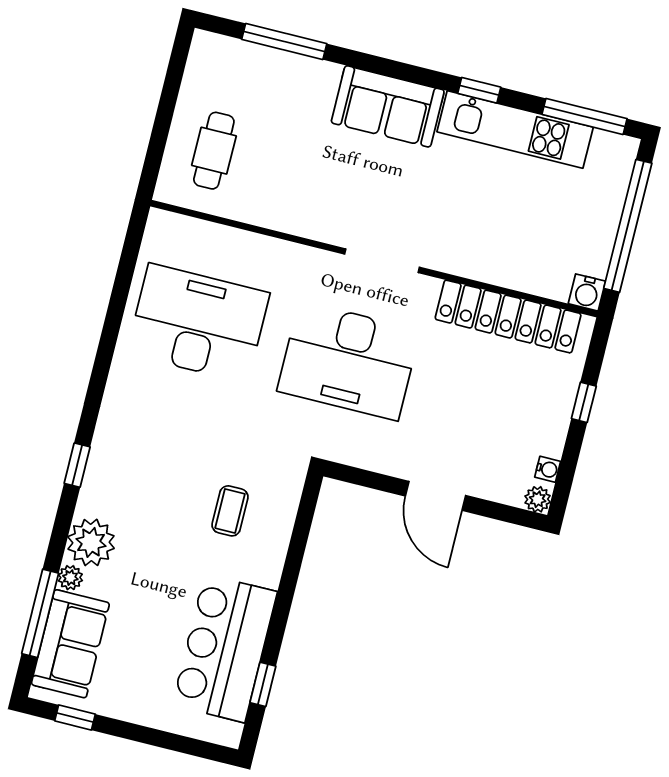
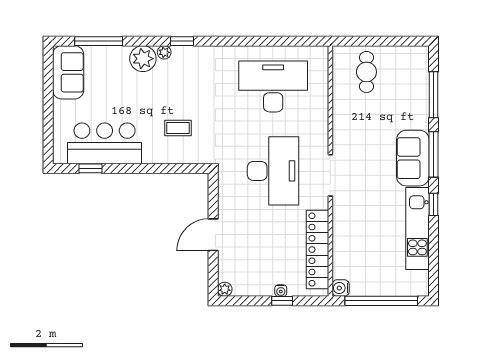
window: (585, 116) -> (433, 154), moved
cafe table: (214, 151) -> (366, 72), turned 90
desk: (198, 323) -> (273, 86), turned -90
desk: (349, 361) -> (273, 171), turned 180
water cooler: (548, 469) -> (281, 291), moved
plant: (70, 578) -> (164, 52), moved
sofa: (70, 644) -> (68, 72), moved, turned -90
window: (75, 717) -> (48, 73), removed

